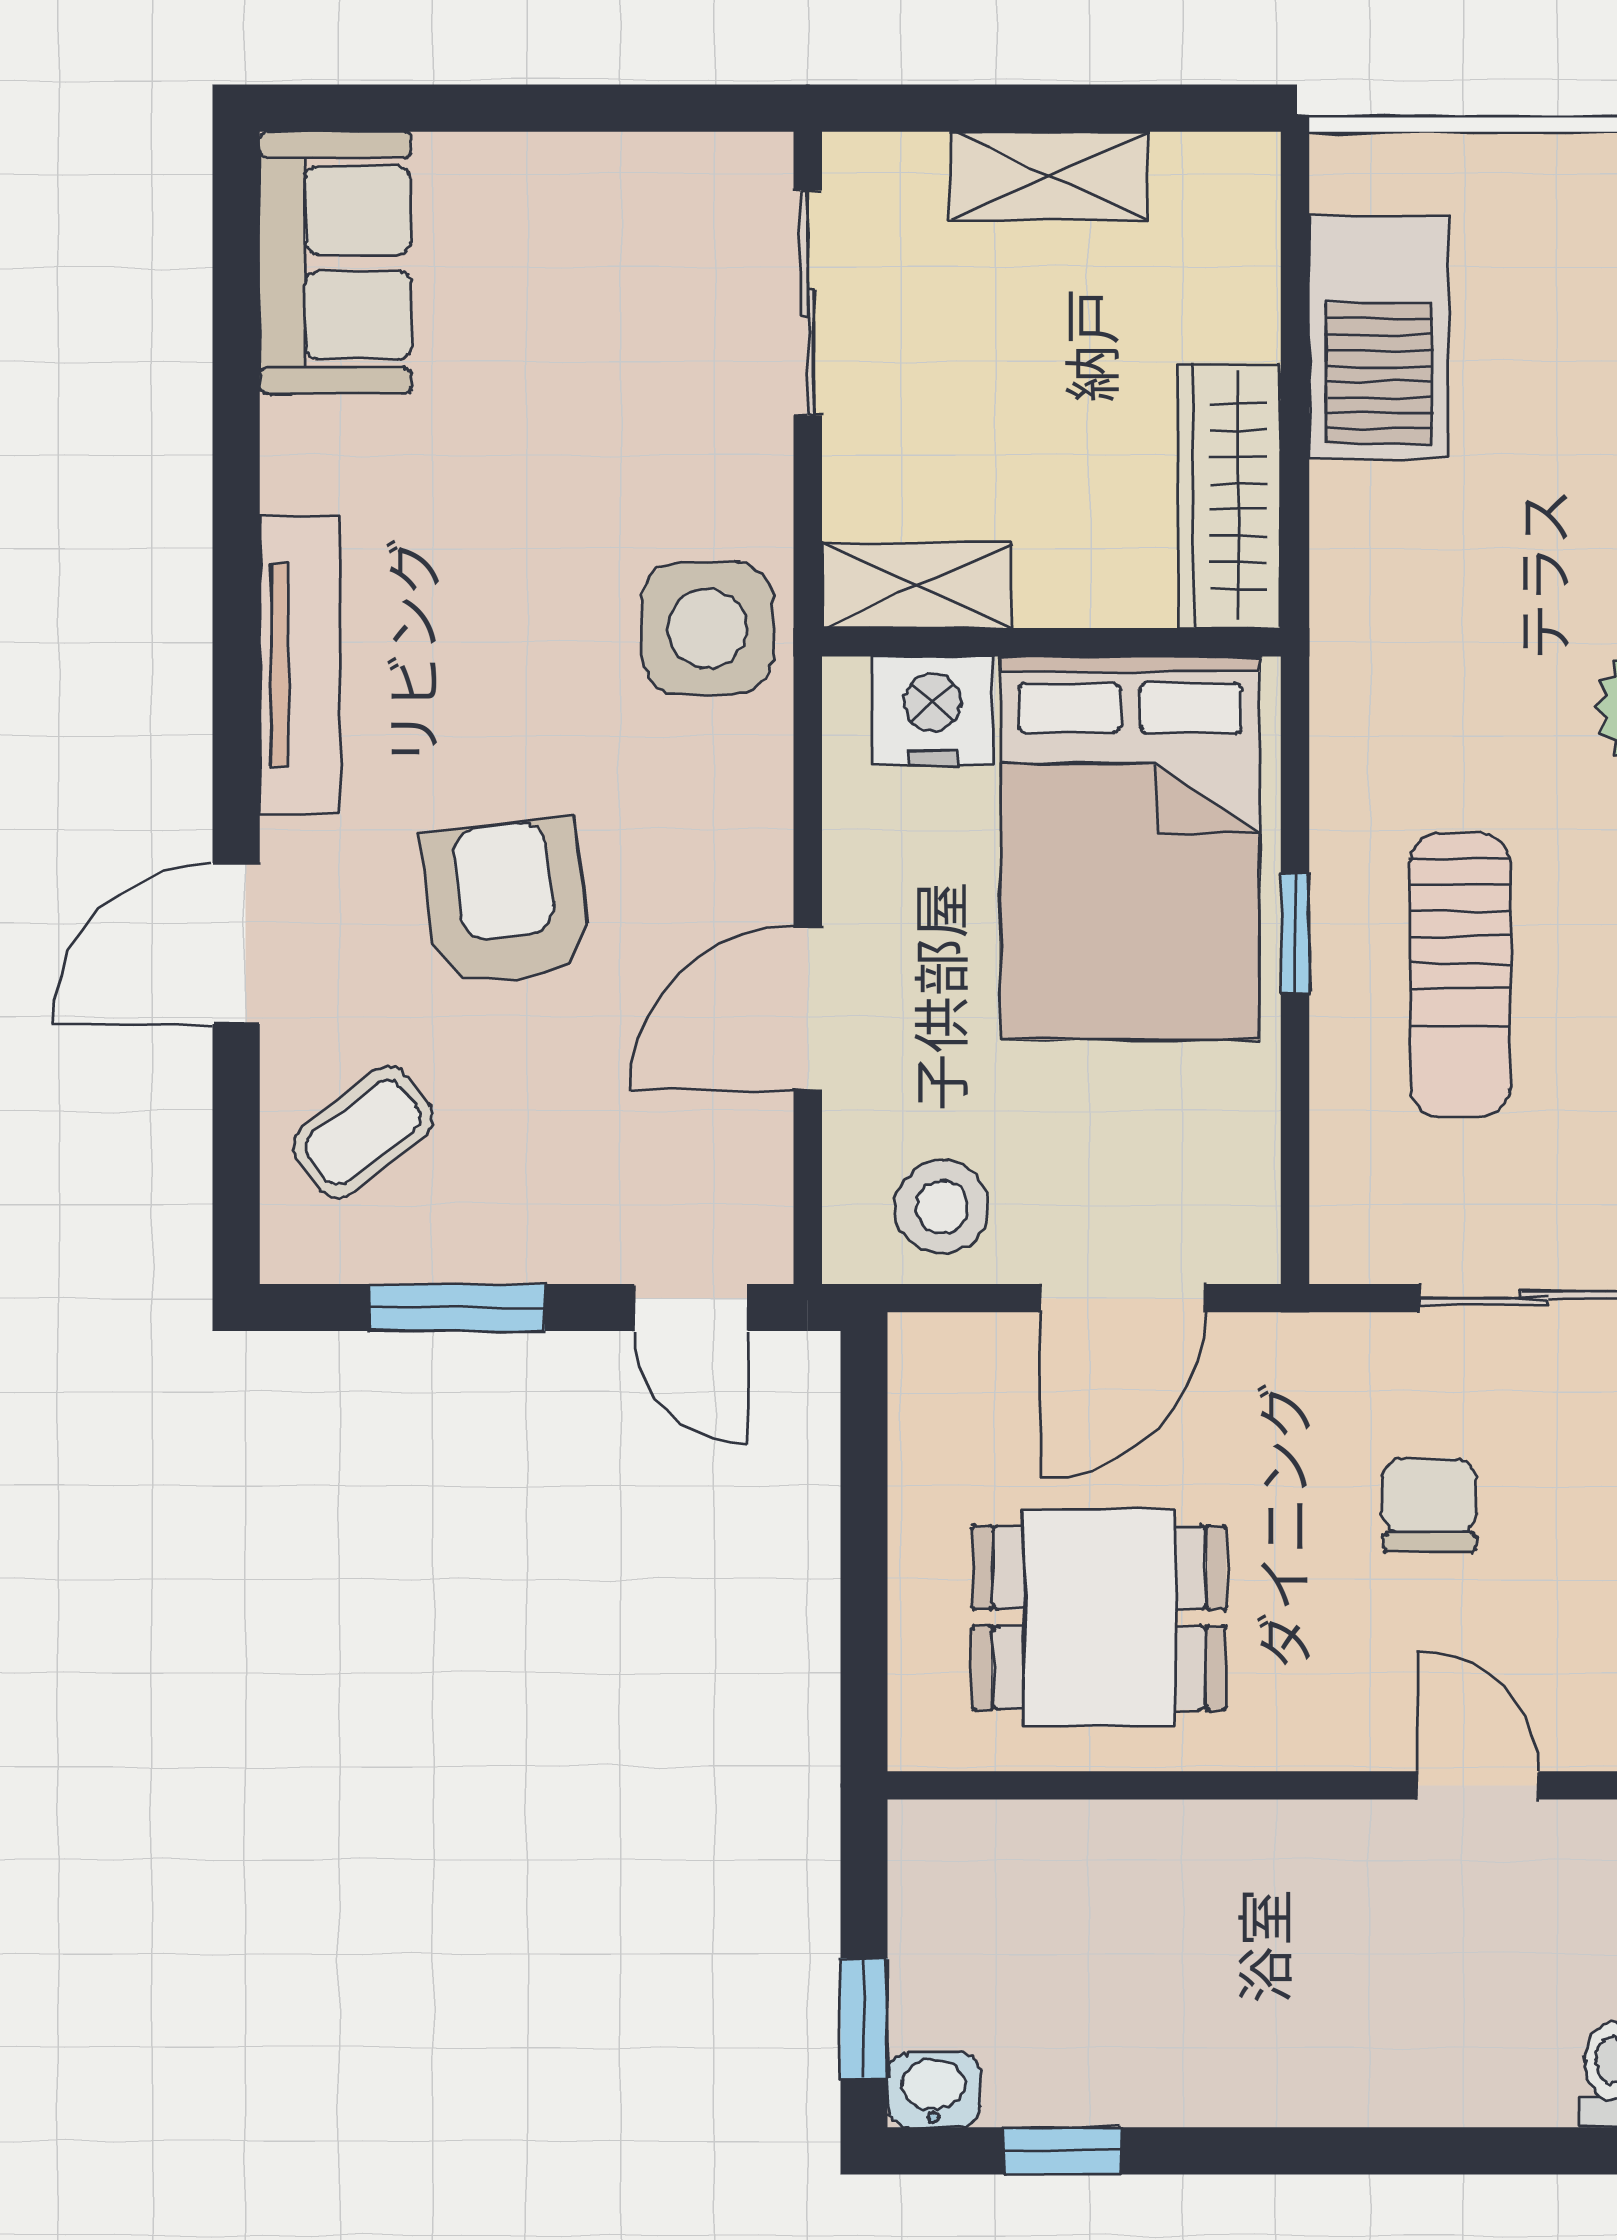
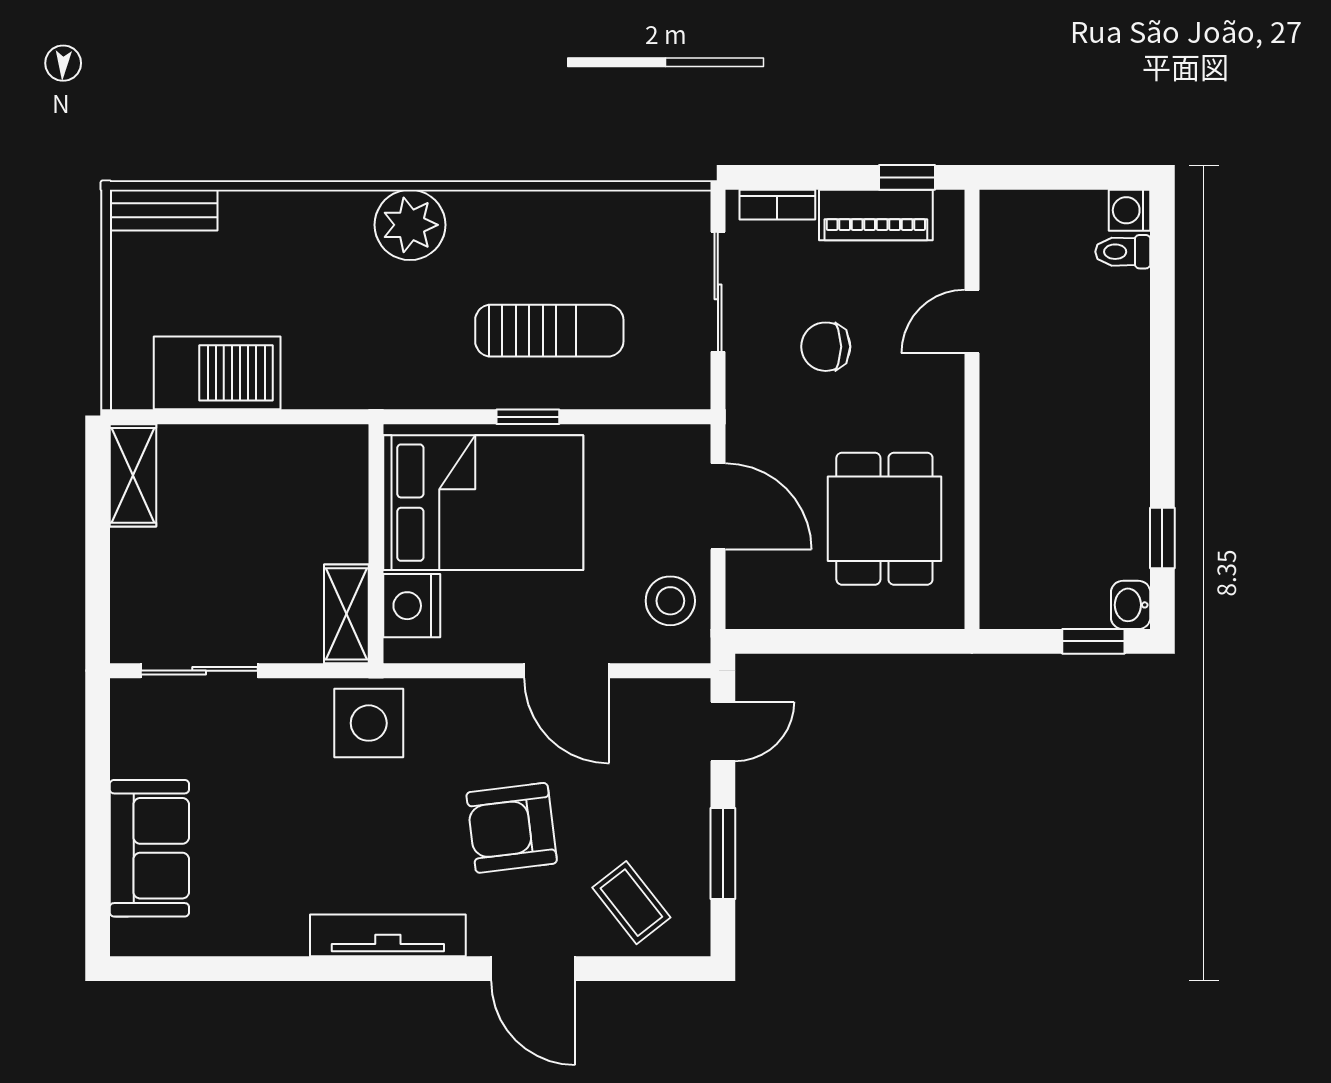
shelving: (1049, 176) -> (133, 475), moved
sofa: (335, 263) -> (149, 848), moved, turned 90
wardrobe: (1230, 496) -> (300, 451), removed

